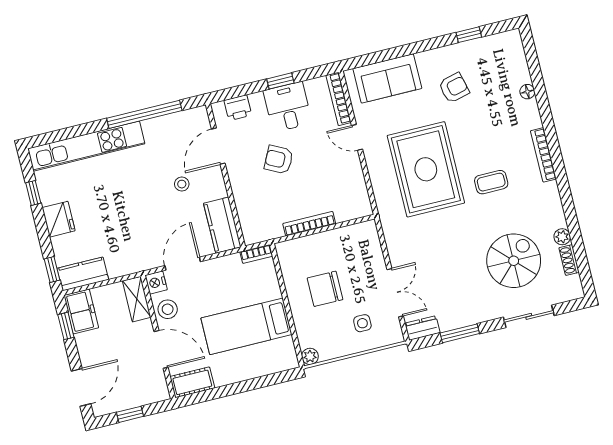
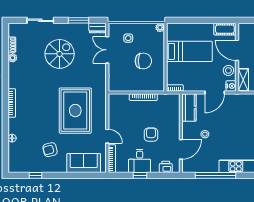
armchair: (279, 160) -> (151, 135), turned -117
coffee table: (491, 182) -> (43, 95), removed
spiral stairs: (514, 261) -> (60, 54), moved, turned 180

